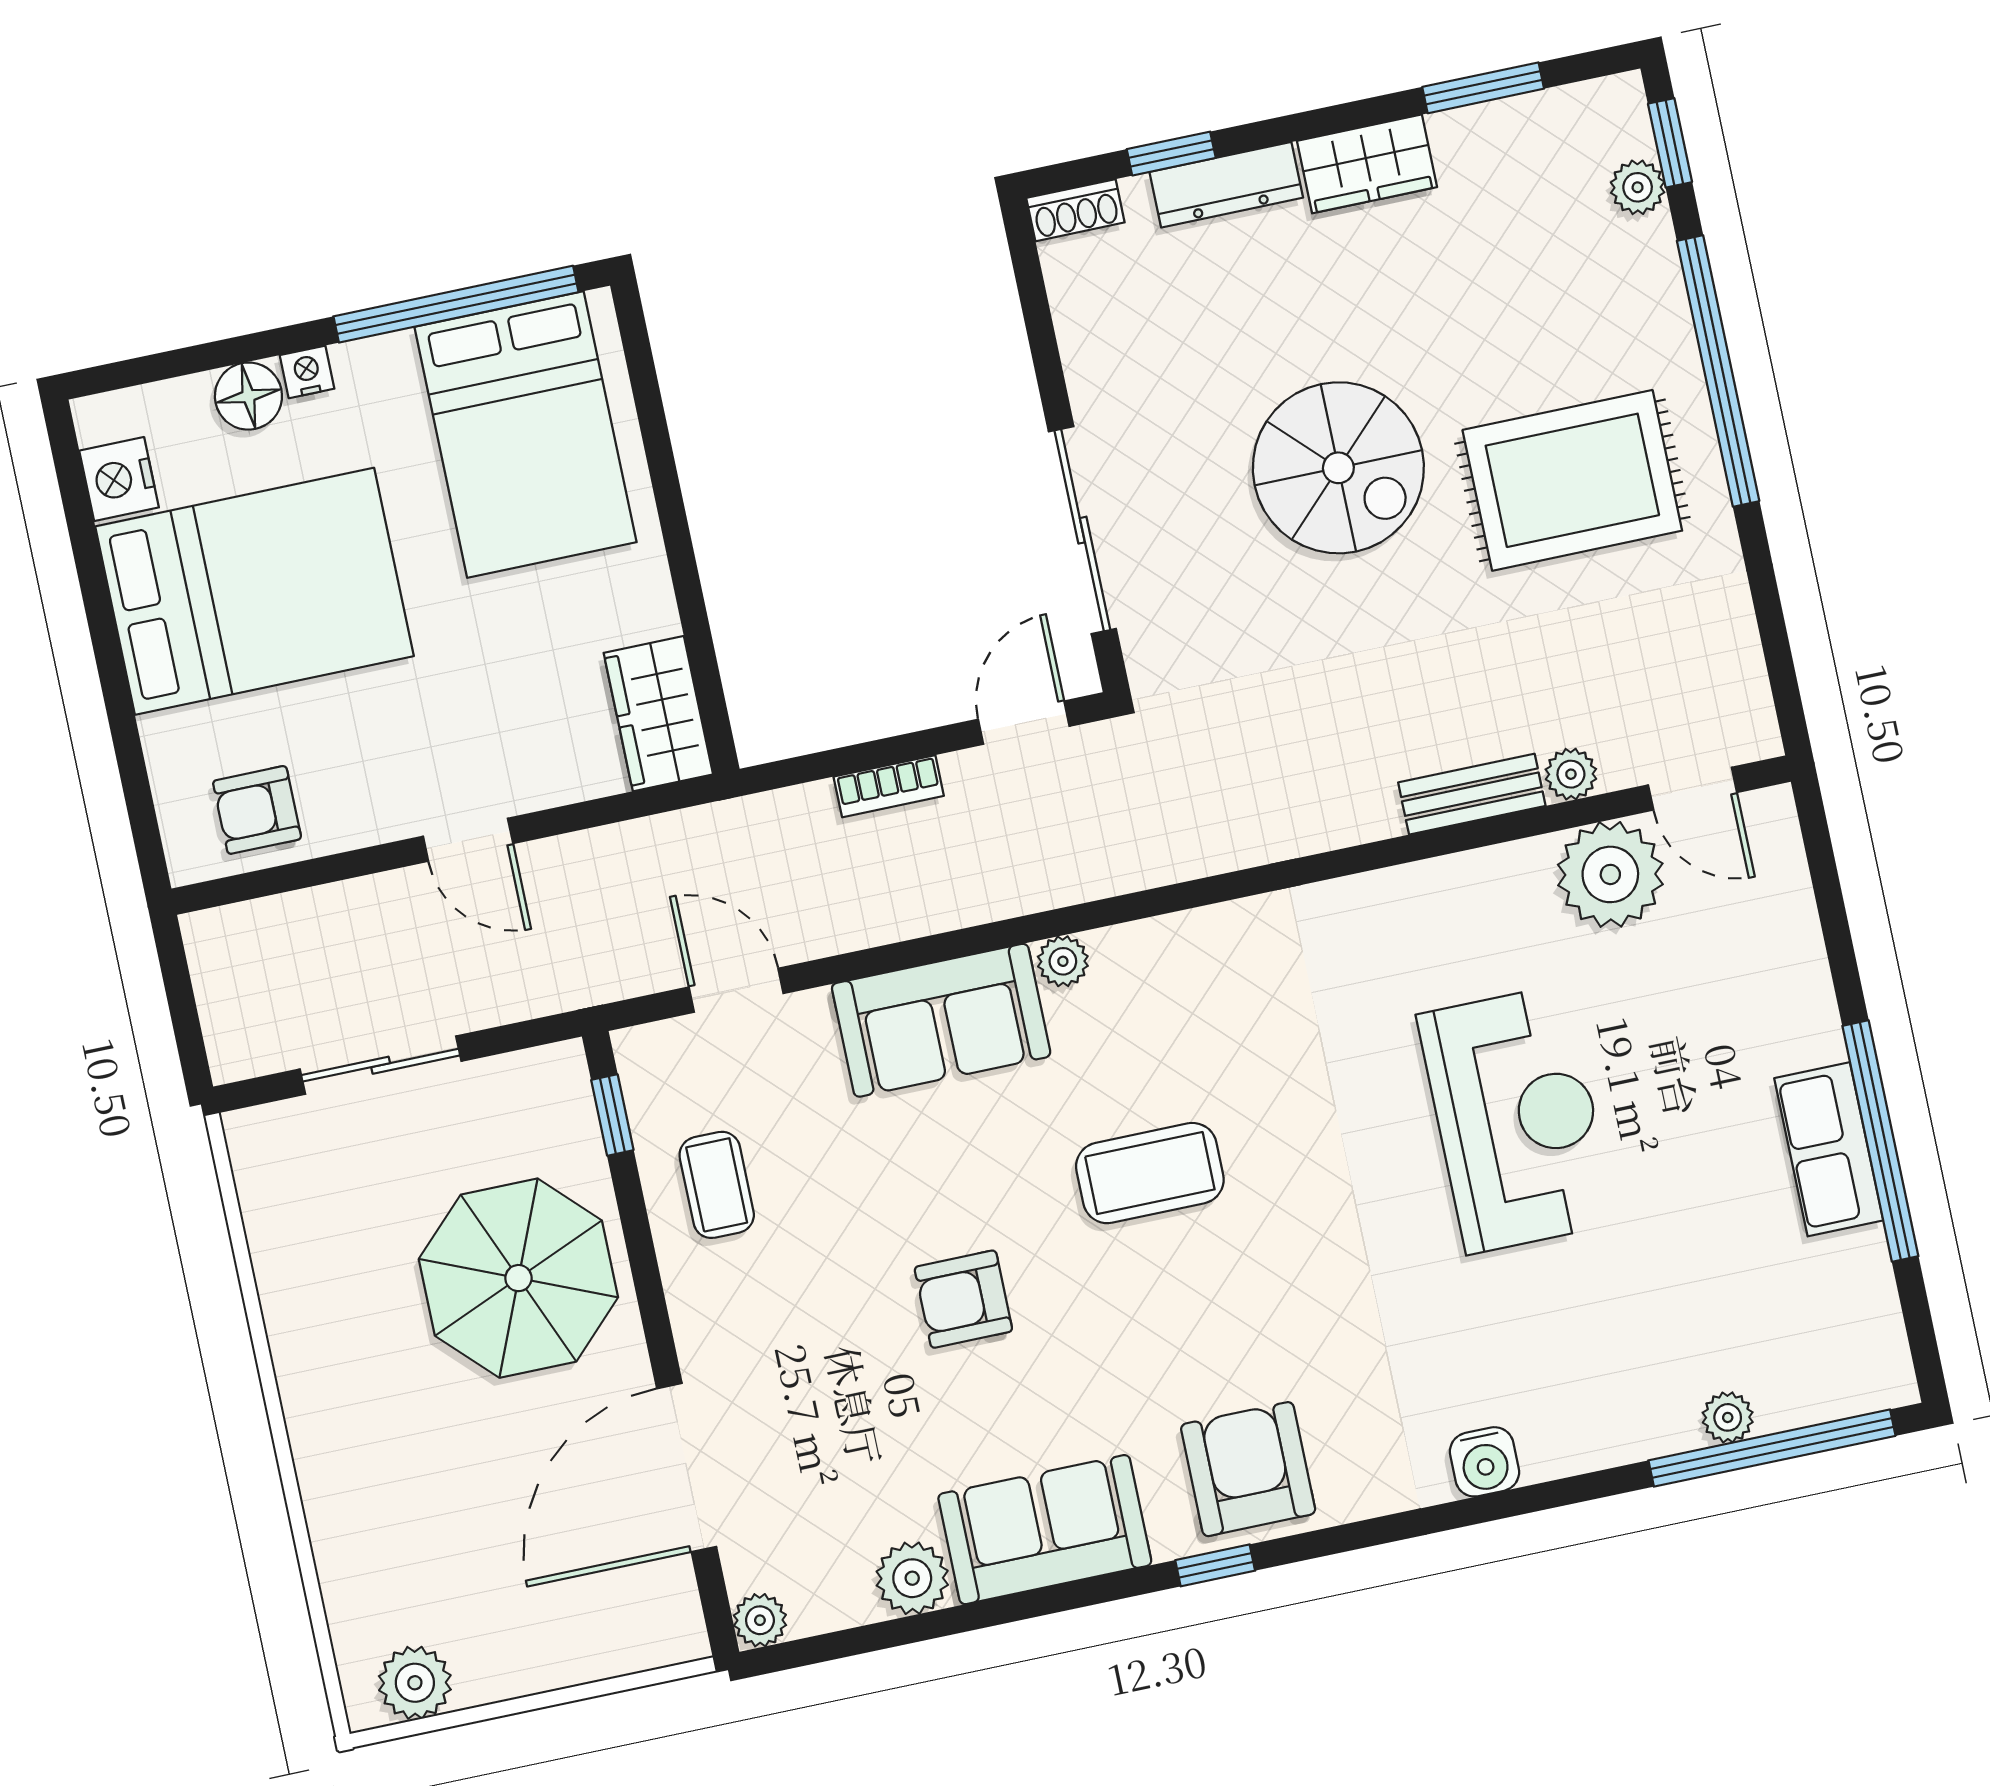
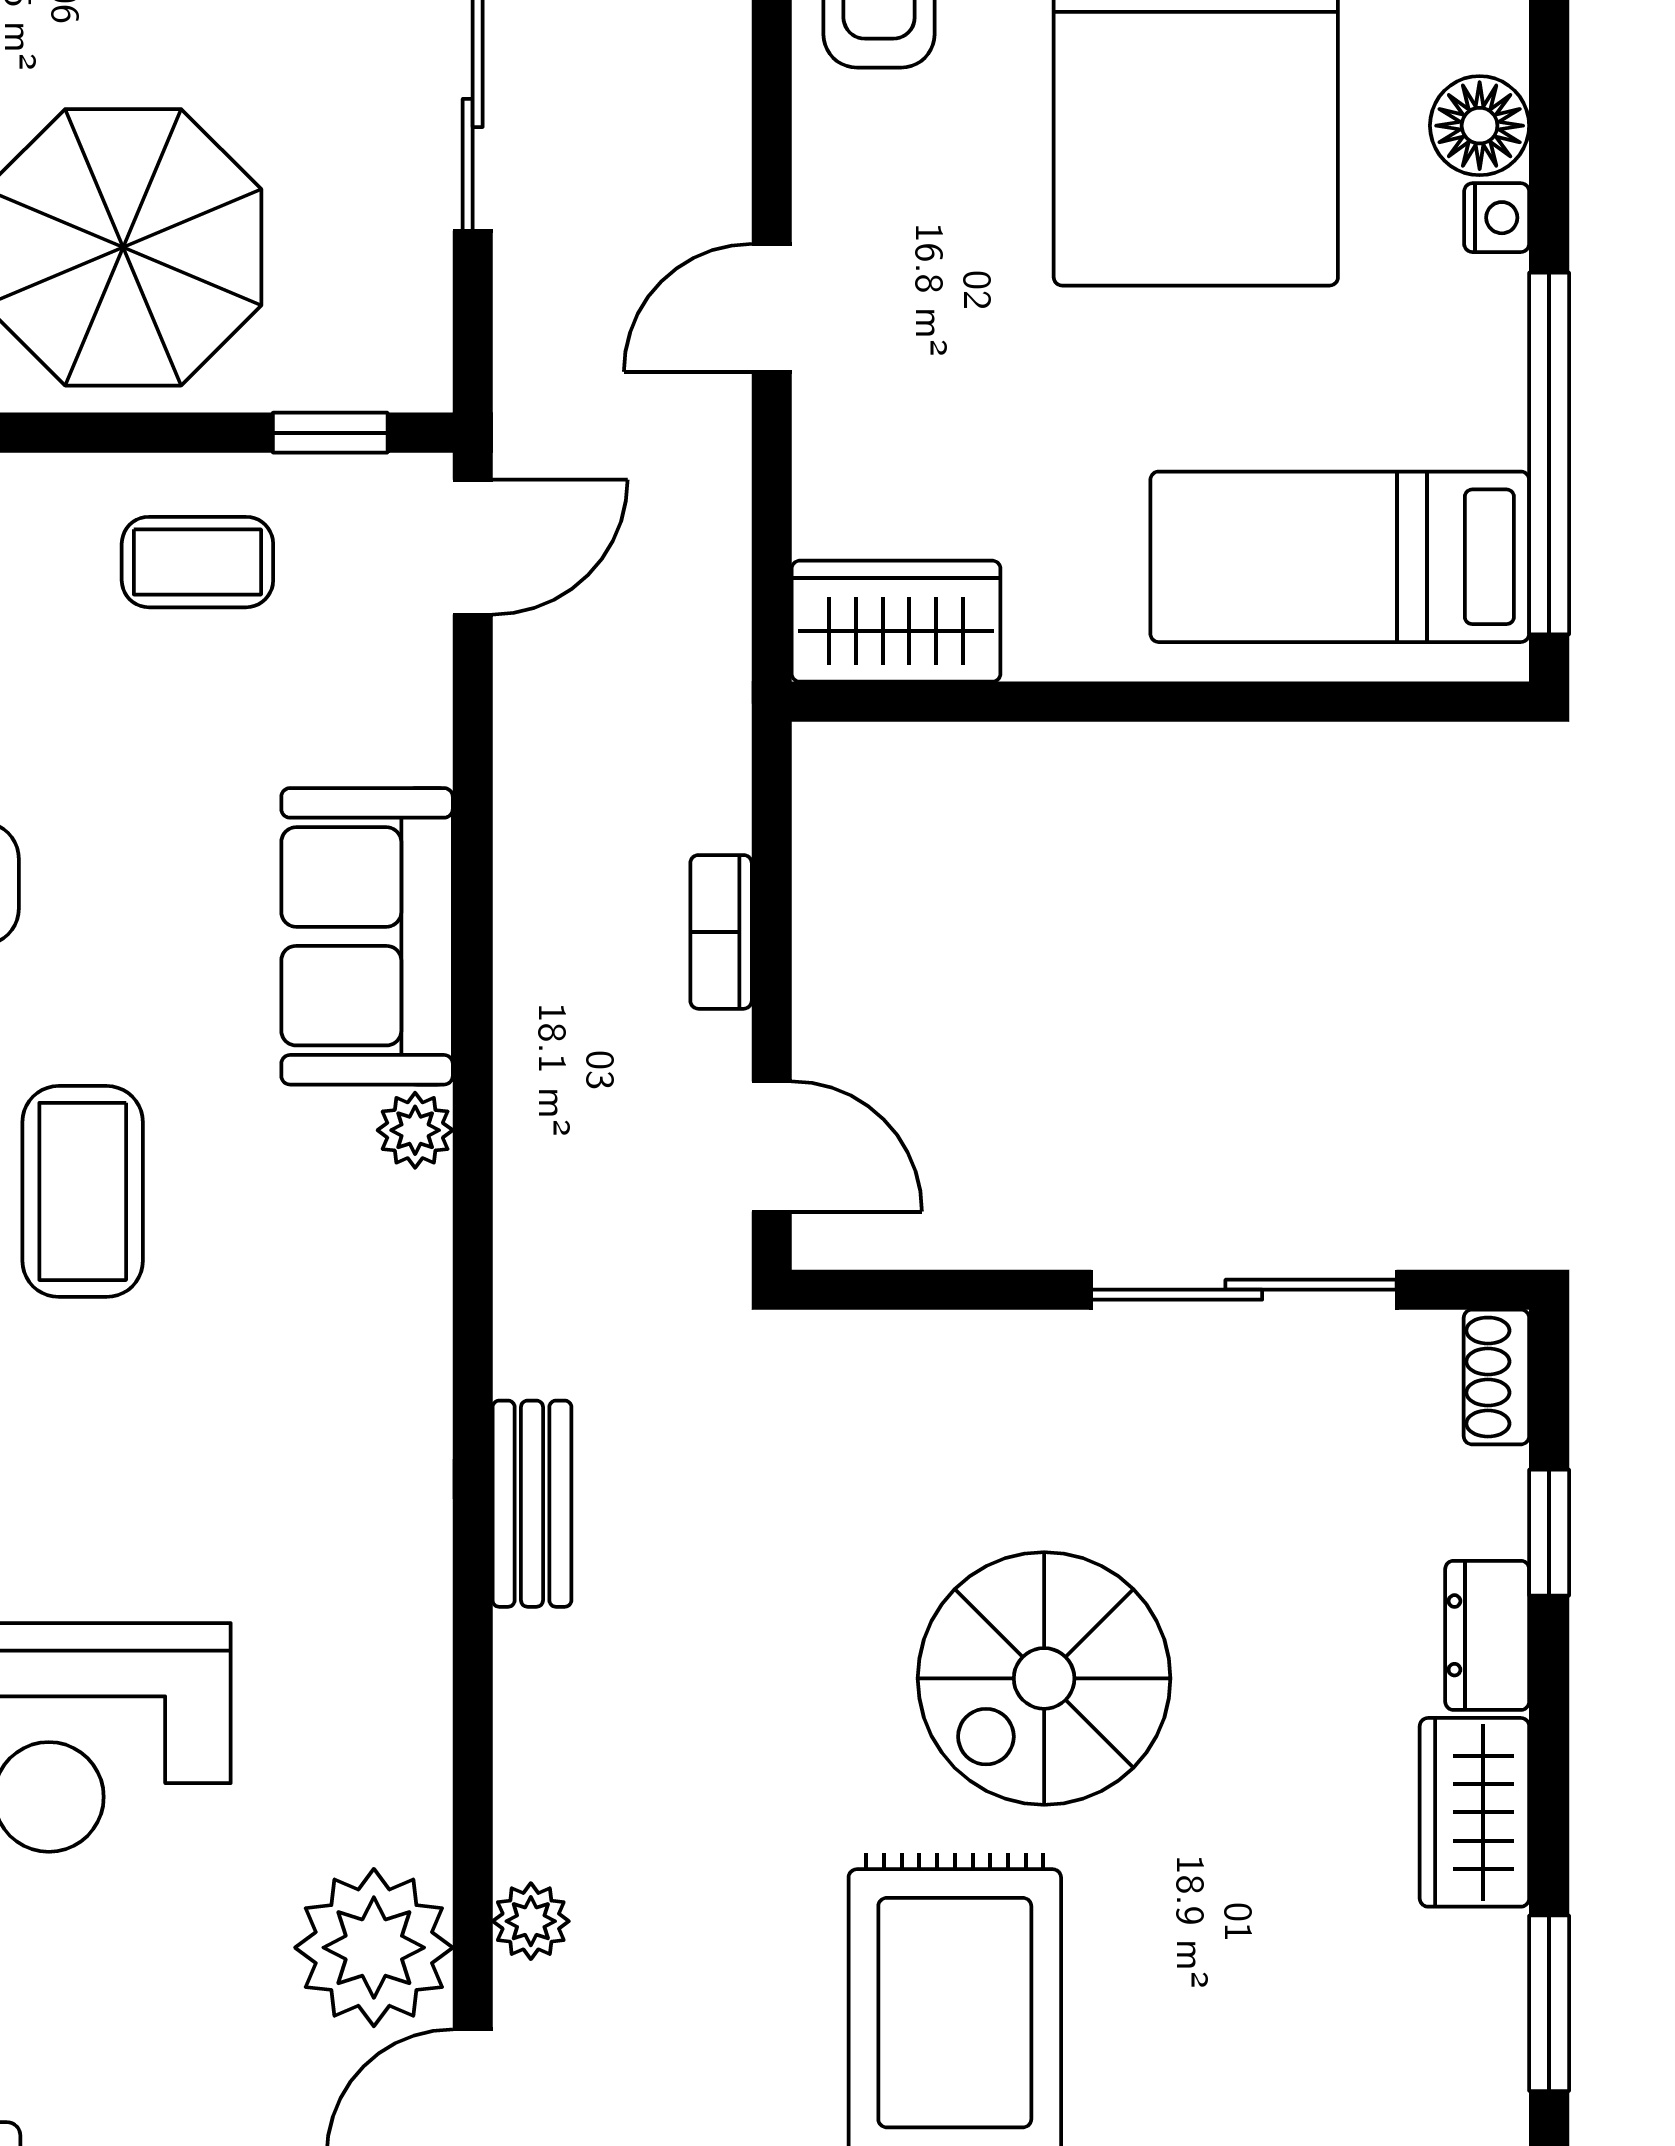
dresser: (1226, 185) -> (1487, 1635), width x0.70
bed: (525, 434) -> (1340, 557), width x0.67
sliding door: (1082, 530) -> (1244, 1290), moved
bench: (1472, 794) -> (532, 1504), moved
door: (736, 990) -> (473, 547), moved

